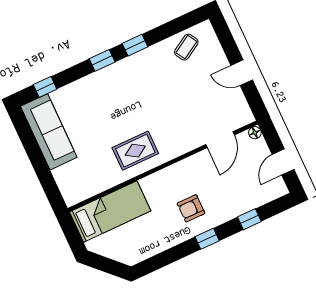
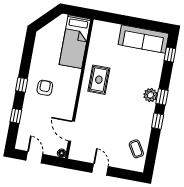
door: (242, 73) -> (100, 169), hinge flipped
plant: (110, 76) -> (151, 95), added

